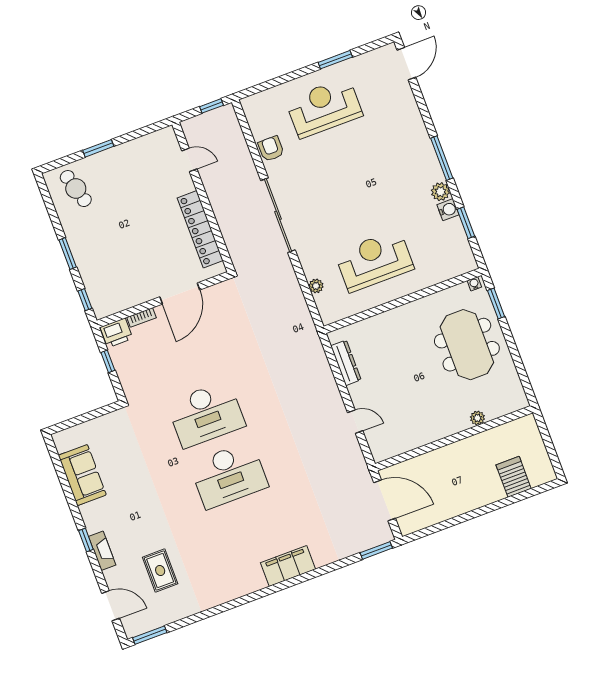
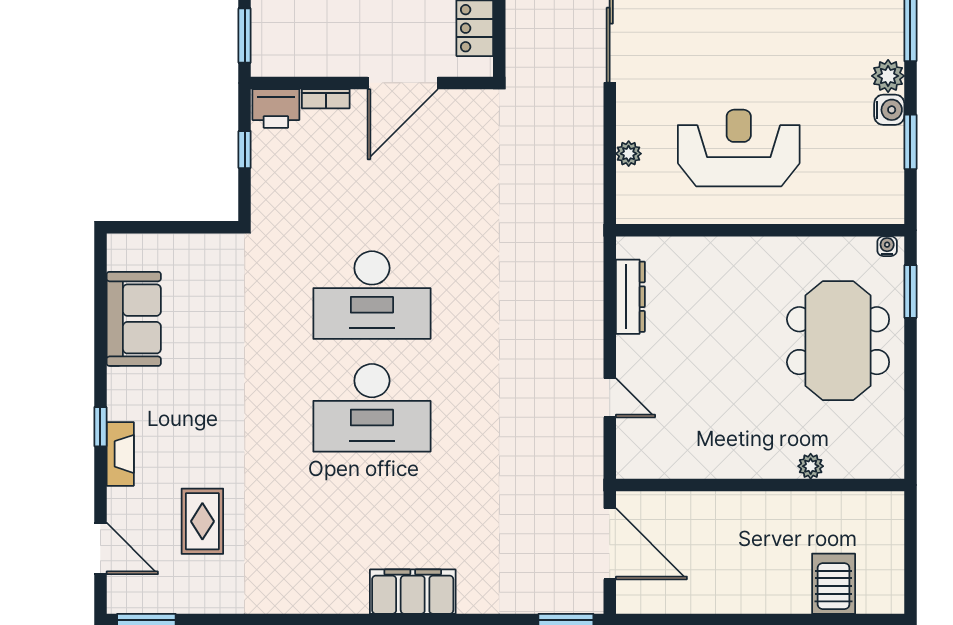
window: (85, 300) -> (245, 36), width x1.50

